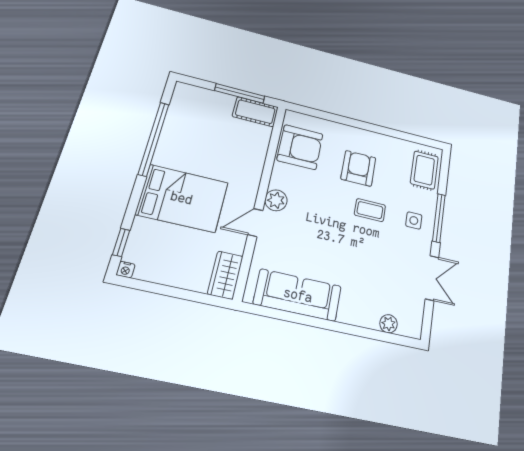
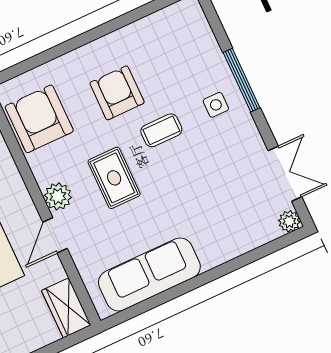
armchair: (300, 147) -> (39, 119), turned -90
rug: (424, 170) -> (114, 178), moved
double door: (432, 278) -> (285, 174), moved
plant: (389, 324) -> (289, 221), moved

